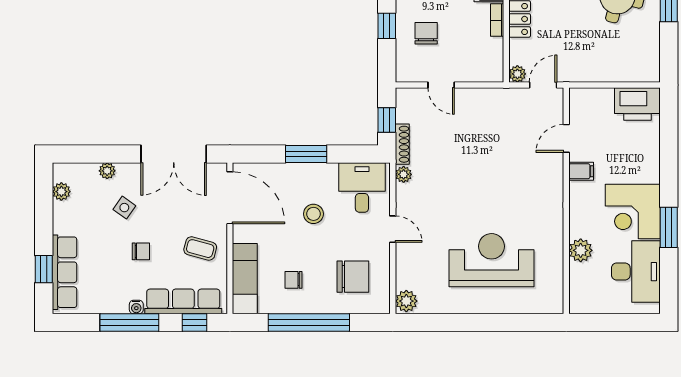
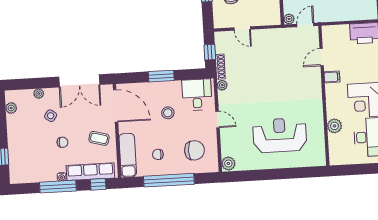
row of seats: (64, 272) -> (16, 158), removed

